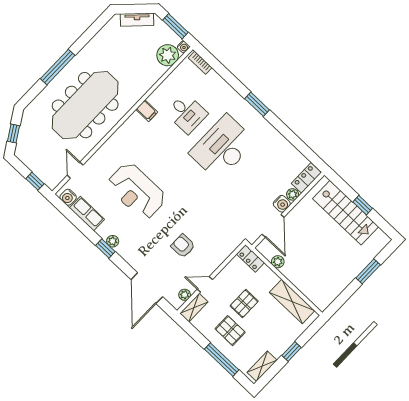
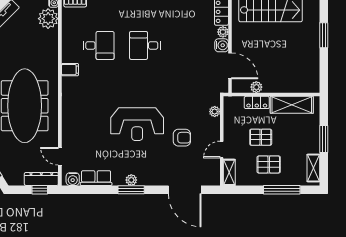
desk: (222, 147) -> (145, 45), width x0.53, depth x0.77
dresser: (44, 174) -> (41, 179), added
reception desk: (136, 191) -> (137, 124), moved
armchair: (183, 246) -> (182, 138), turned 180
window: (105, 249) -> (131, 190), width x1.50
locker: (250, 258) -> (257, 102), moved
plant: (185, 295) -> (215, 112), moved
pallet: (244, 304) -> (261, 137), turned 90
window: (291, 351) -> (324, 139), width x1.50

